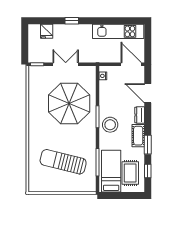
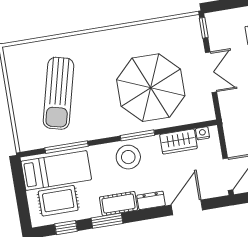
wardrobe: (106, 92) -> (178, 142), added
sun lounger: (63, 162) -> (58, 93), turned 180

